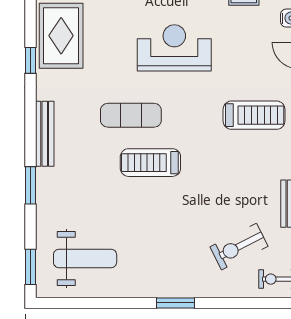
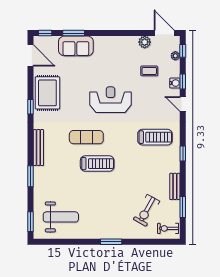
treadmill: (150, 163) -> (97, 164), turned 180
exercise bike: (239, 247) -> (147, 210), turned -34

